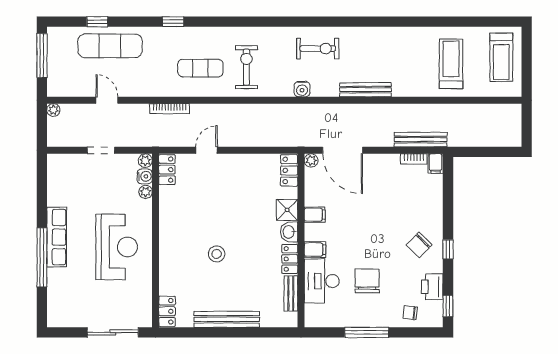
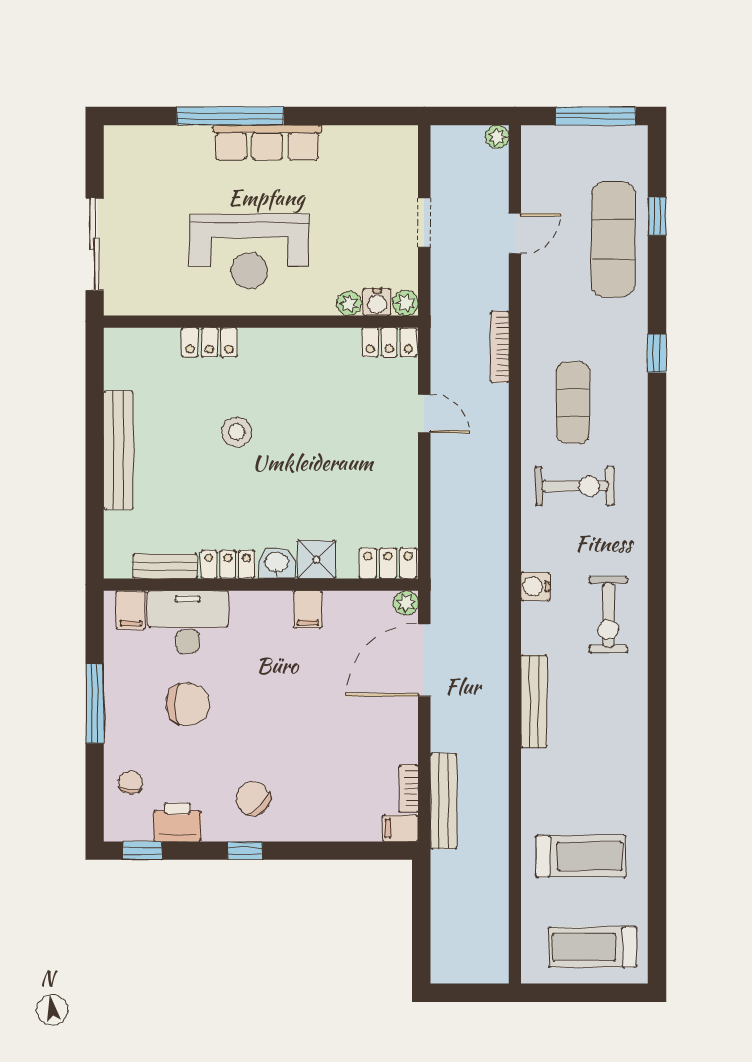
filing cabinet: (315, 250) -> (131, 610), moved
locker: (167, 311) -> (210, 342), moved

